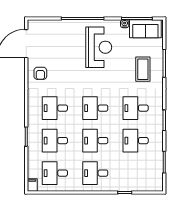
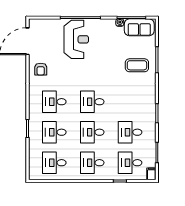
reception desk: (99, 47) -> (76, 39), moved
coffee table: (143, 69) -> (137, 65), turned 90
desk: (136, 108) -> (130, 163), moved
filing cabinet: (32, 185) -> (151, 174), moved

